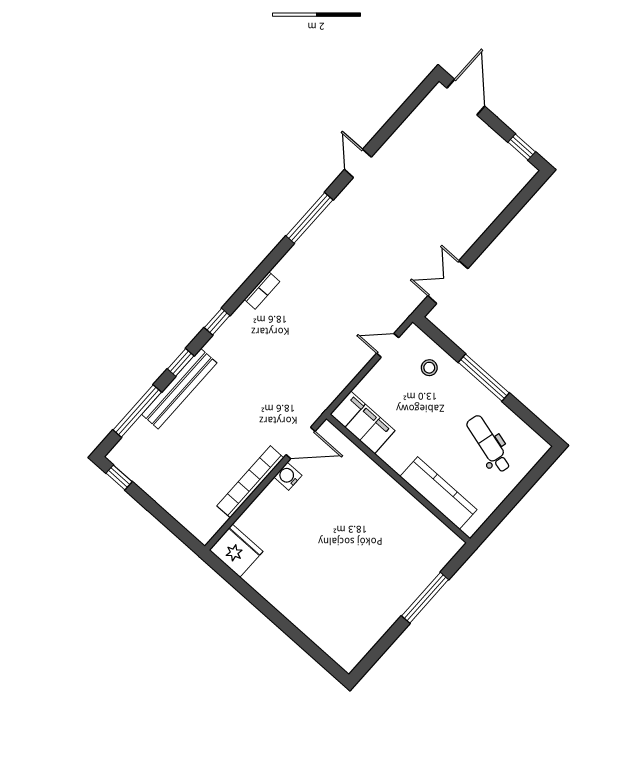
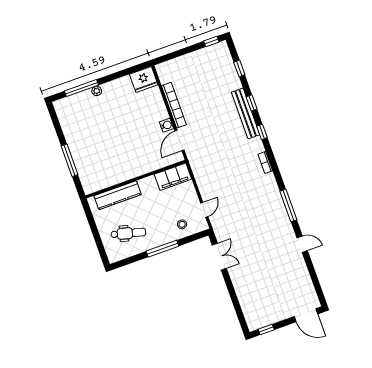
bench: (179, 389) -> (246, 113), moved
window: (137, 411) -> (239, 68), width x0.46
plant: (294, 614) -> (97, 91), added
window: (302, 641) -> (81, 88), added

